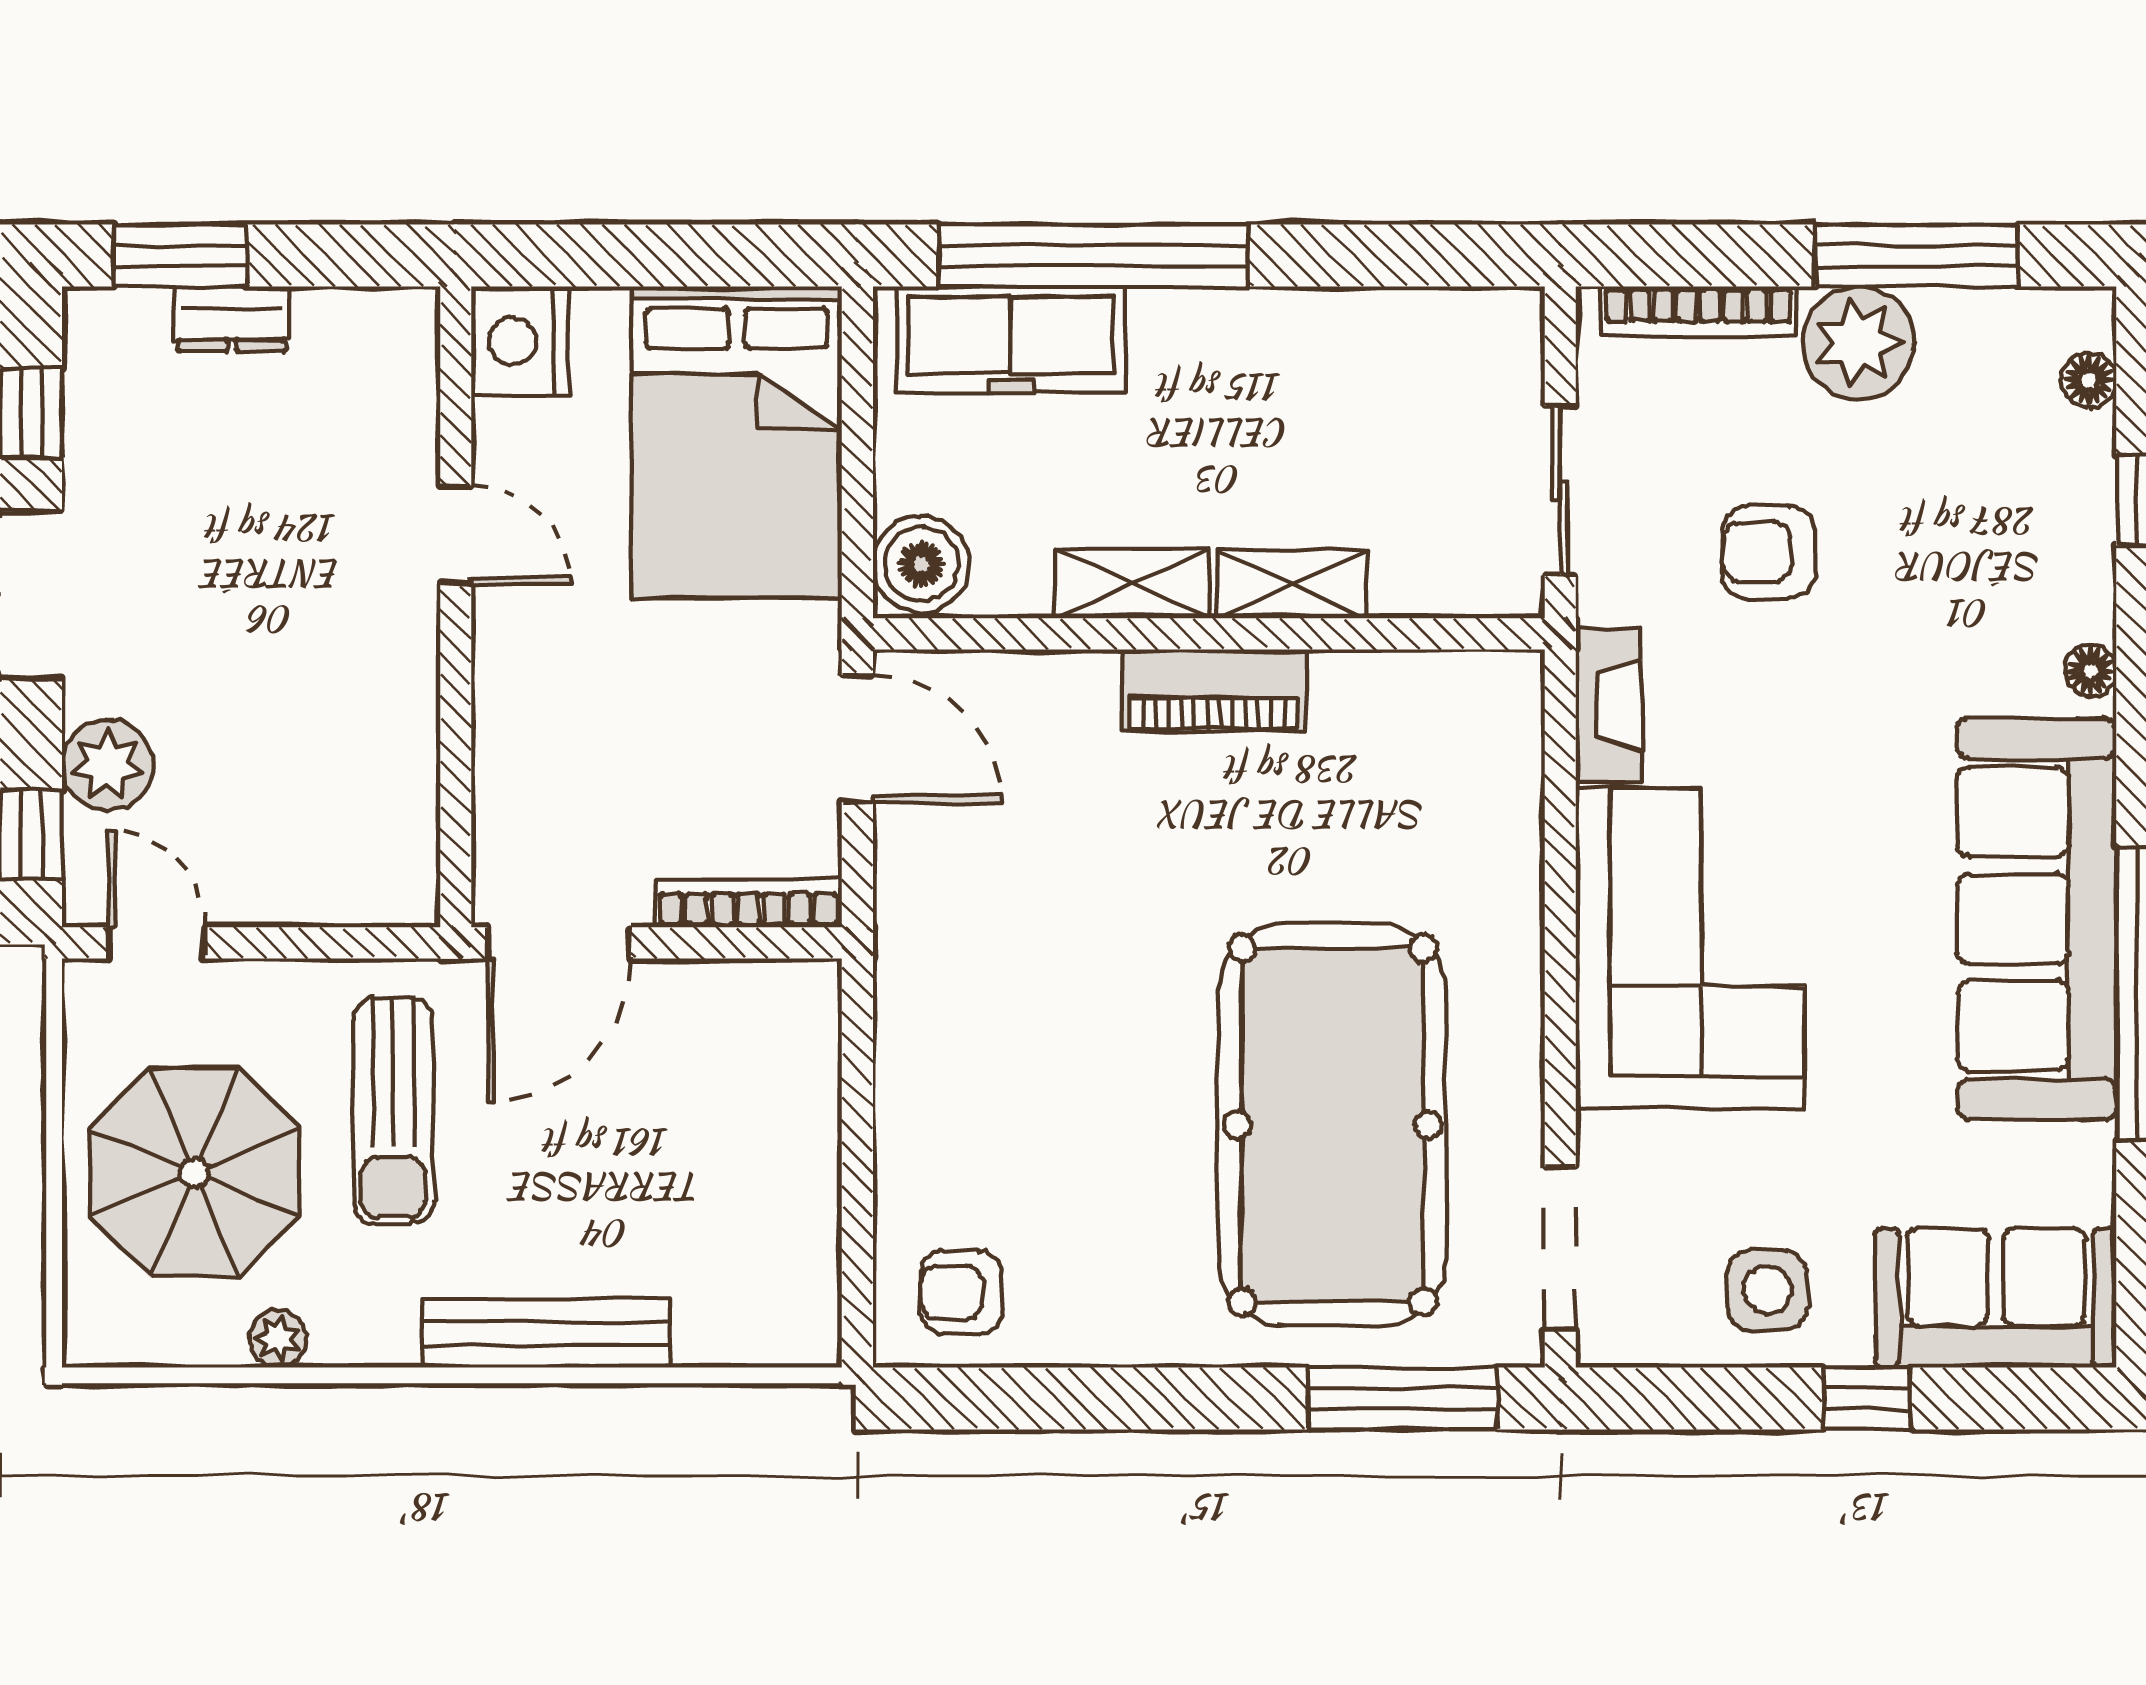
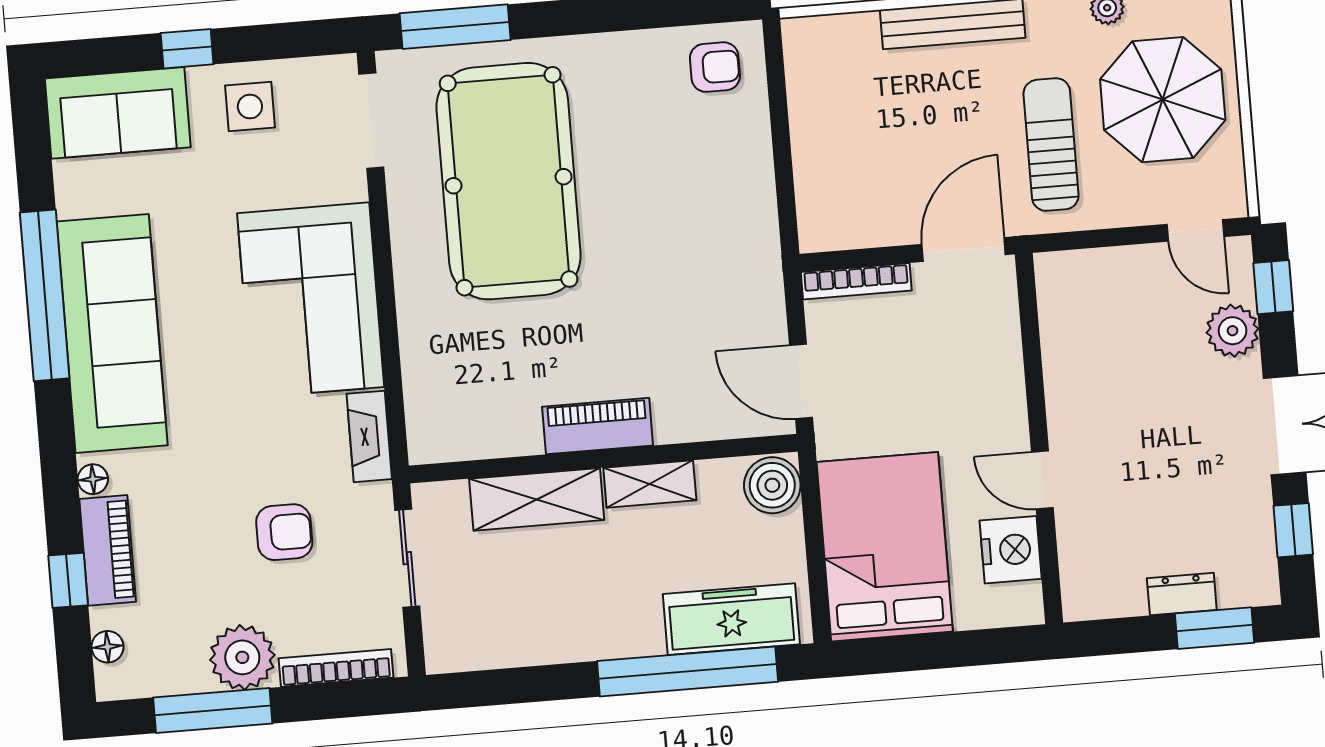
nightstand: (520, 341) -> (1011, 550), moved
piano: (2075, 546) -> (108, 550), added
shelving: (1291, 584) -> (537, 499), width x1.50, depth x1.33

